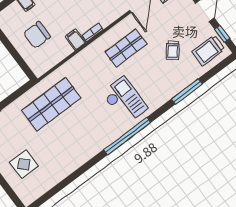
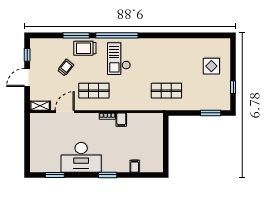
chair: (37, 35) -> (143, 140), removed
trolley: (208, 51) -> (85, 48), moved, turned 180
shop shelf: (51, 104) -> (166, 91), width x0.70, depth x0.74
window: (127, 136) -> (117, 35), moved

